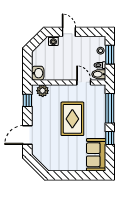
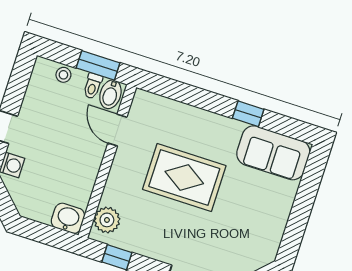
window: (110, 55) -> (98, 65), moved
door: (84, 82) -> (117, 130), hinge flipped
window: (110, 108) -> (187, 94), removed

